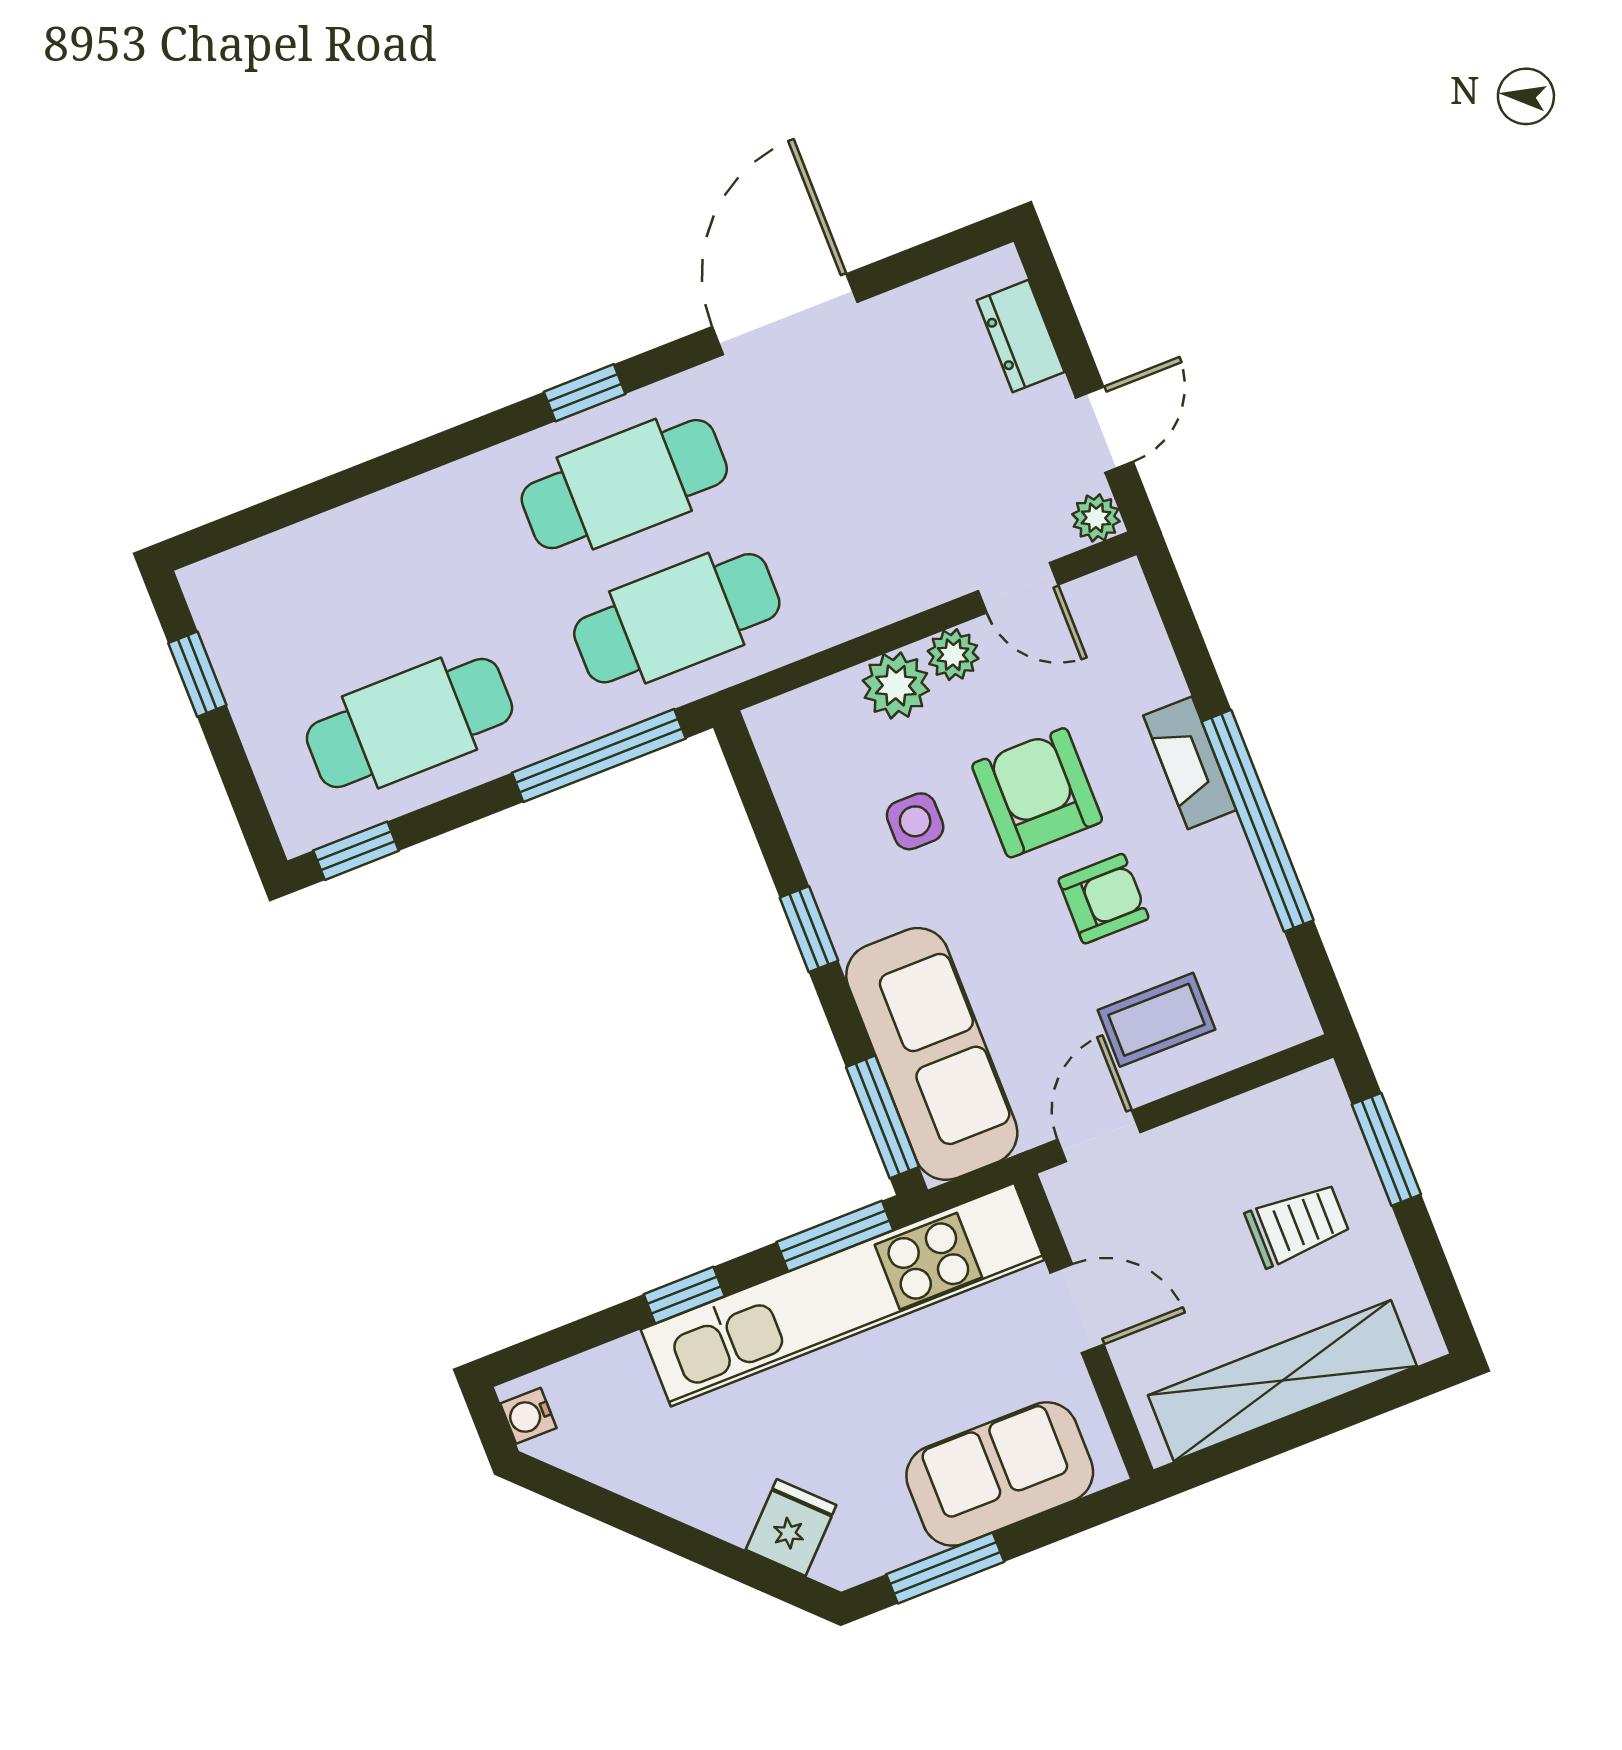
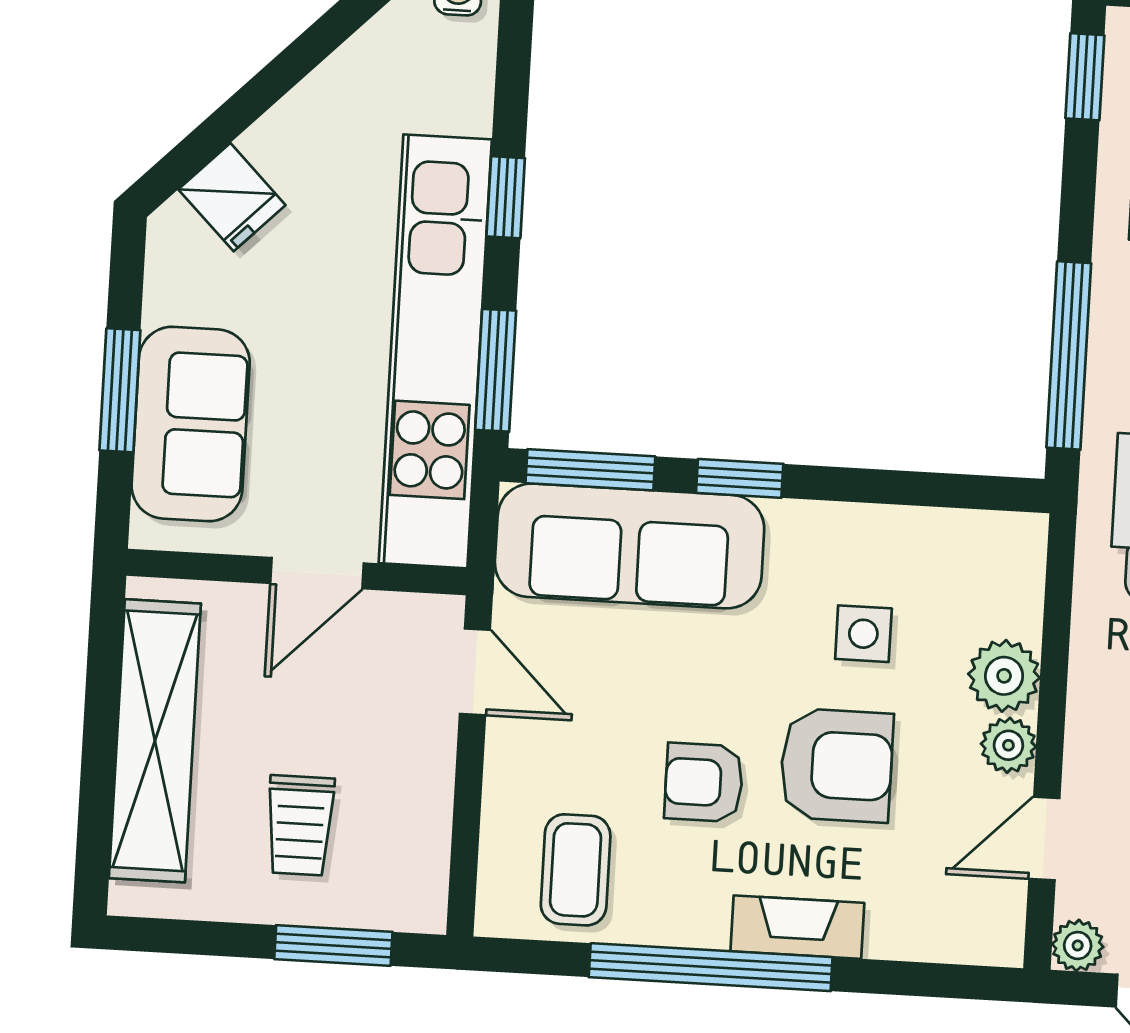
armchair: (1103, 899) -> (704, 782), turned 90
window: (809, 929) -> (740, 478), moved
coffee table: (1157, 1020) -> (576, 870), moved
window: (945, 1568) -> (120, 390), moved

